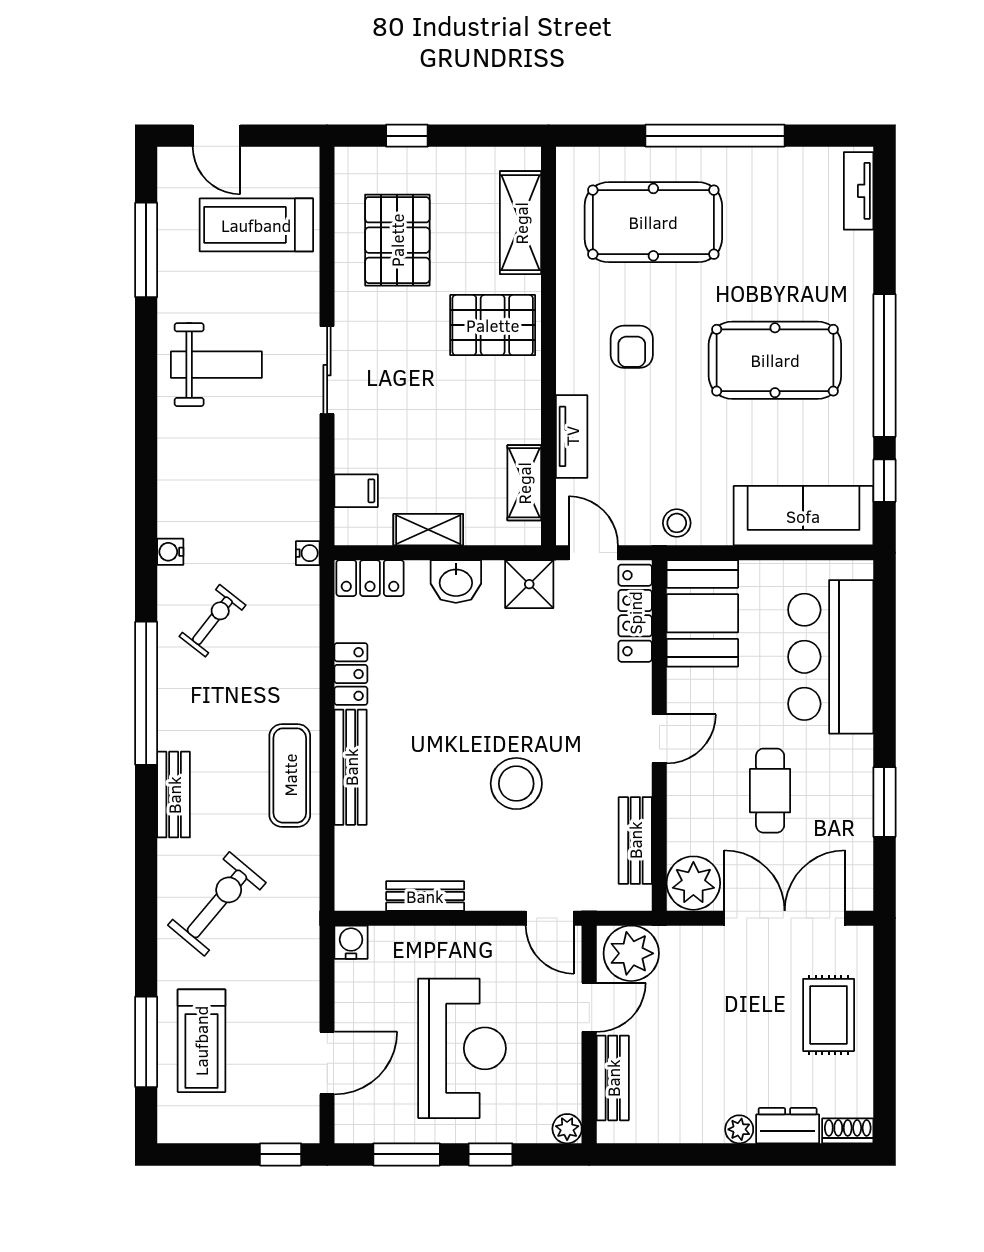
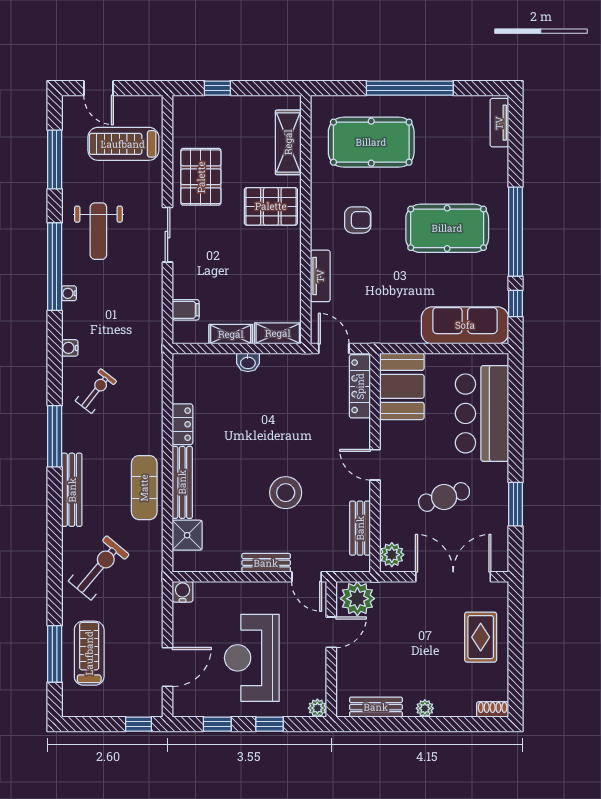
pallet: (397, 240) -> (201, 177), moved
armchair: (632, 347) -> (358, 220), turned -90
weight bench: (216, 365) -> (98, 231), turned 90
window: (146, 422) -> (55, 267), added
shelving: (524, 483) -> (278, 333), moved, turned 90
stool: (677, 523) -> (386, 330), removed
water cooler: (308, 553) -> (69, 293), moved, turned 180
locker: (370, 578) -> (194, 364), removed
washbasin: (456, 582) -> (248, 362), width x0.72, depth x0.69
shower: (529, 584) -> (187, 535), moved
window: (146, 693) -> (55, 436), width x0.68
door: (659, 739) -> (375, 465), swing flipped
cafe table: (770, 791) -> (444, 497), turned 72
bench: (174, 795) -> (72, 490), width x1.36
plant: (693, 883) -> (392, 555), width x0.73, depth x0.73
bench: (425, 896) -> (266, 563), moved
treadmill: (201, 1041) -> (89, 653), turned 180
reception desk: (462, 1048) -> (252, 658), turned 180
bench: (613, 1078) -> (376, 707), moved, turned 90
dresser: (788, 1126) -> (455, 706), removed
window: (407, 1154) -> (217, 724), width x0.67

